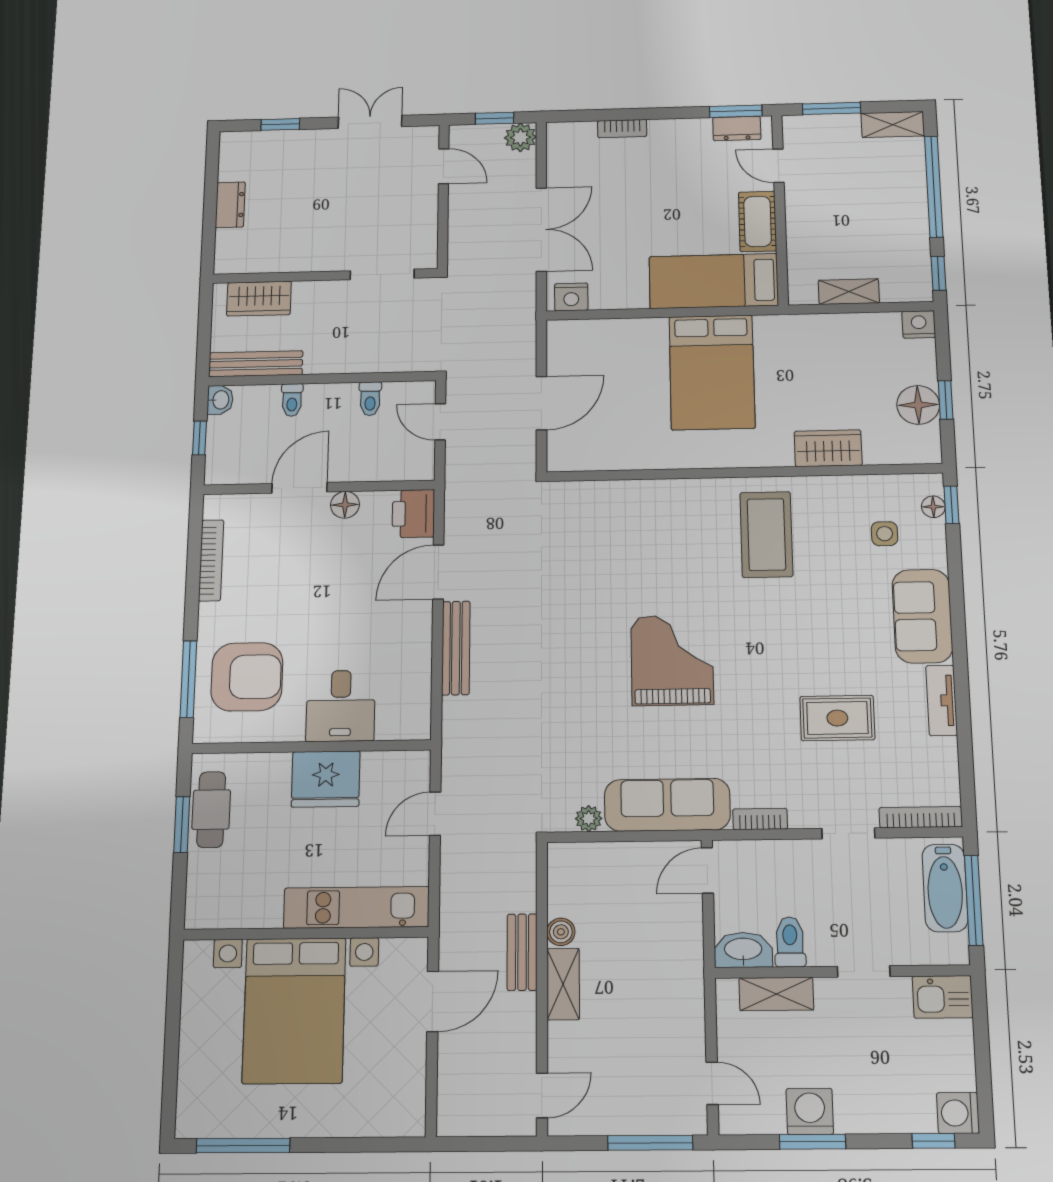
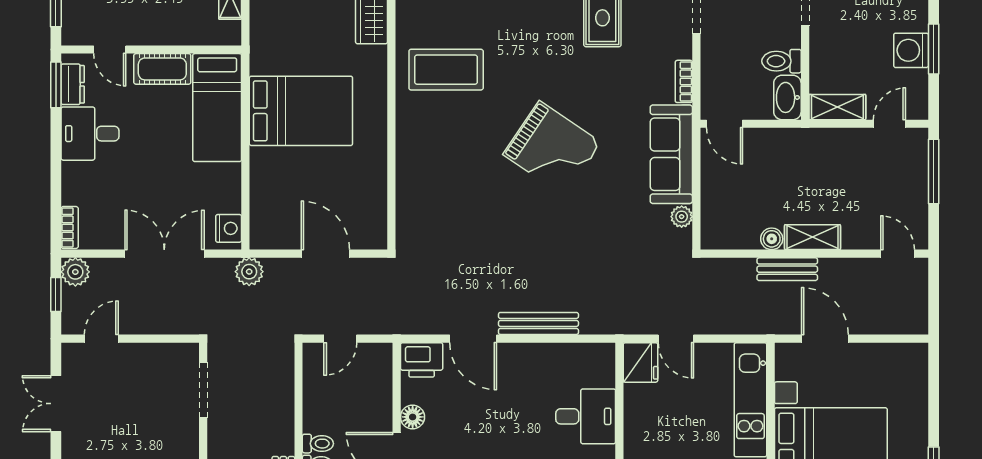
bookcase: (622, 129) -> (70, 227), moved
desk: (680, 148) -> (90, 134), added
door: (778, 166) -> (110, 49), hinge flipped
plant: (520, 320) -> (249, 272), added
toilet: (370, 399) -> (318, 444), moved
grand piano: (672, 660) -> (552, 148), turned -146
fridge: (326, 779) -> (641, 362), moved, width x0.73, depth x0.75
shelving: (776, 994) -> (837, 107), moved, turned 90

